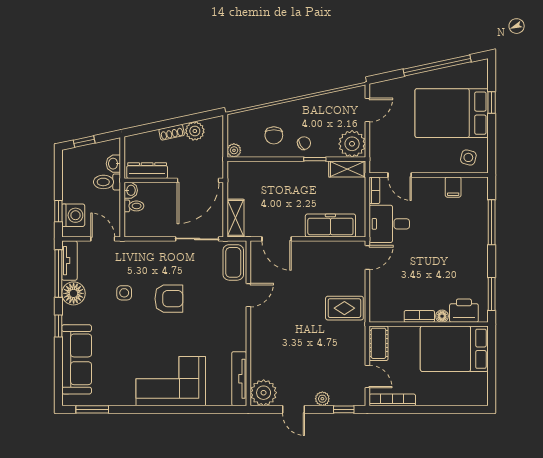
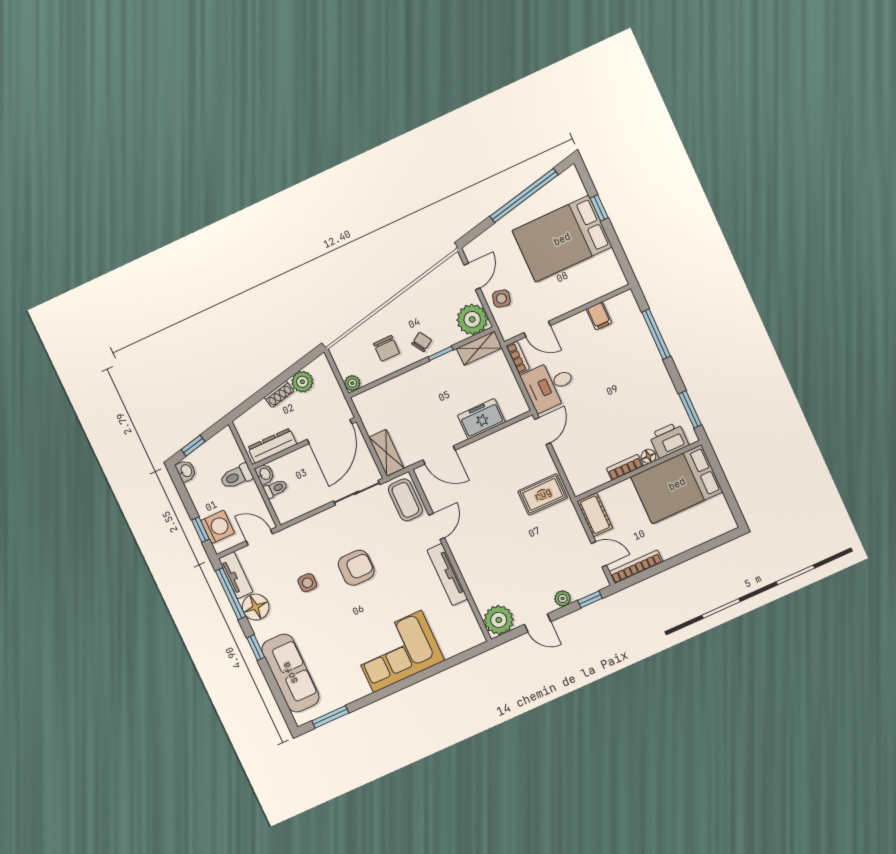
side table: (468, 157) -> (501, 299), moved
washbasin: (113, 164) -> (186, 471), moved, turned 180
freezer: (330, 226) -> (481, 419), width x0.71
tv unit: (239, 379) -> (447, 575), moved

